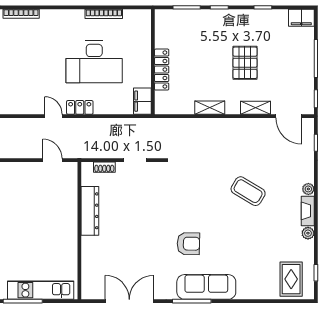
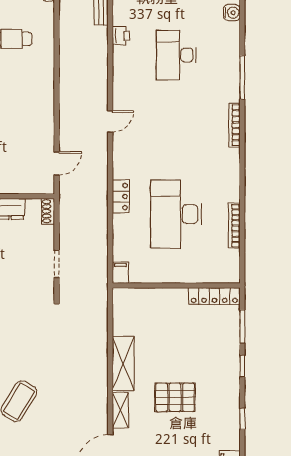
locker: (162, 70) -> (214, 296), moved
filing cabinet: (142, 101) -> (120, 273), width x0.50
shelving: (210, 108) -> (123, 364), width x1.50, depth x1.33
door: (53, 116) -> (110, 121), moved
shoe rack: (104, 167) -> (48, 211), moved

